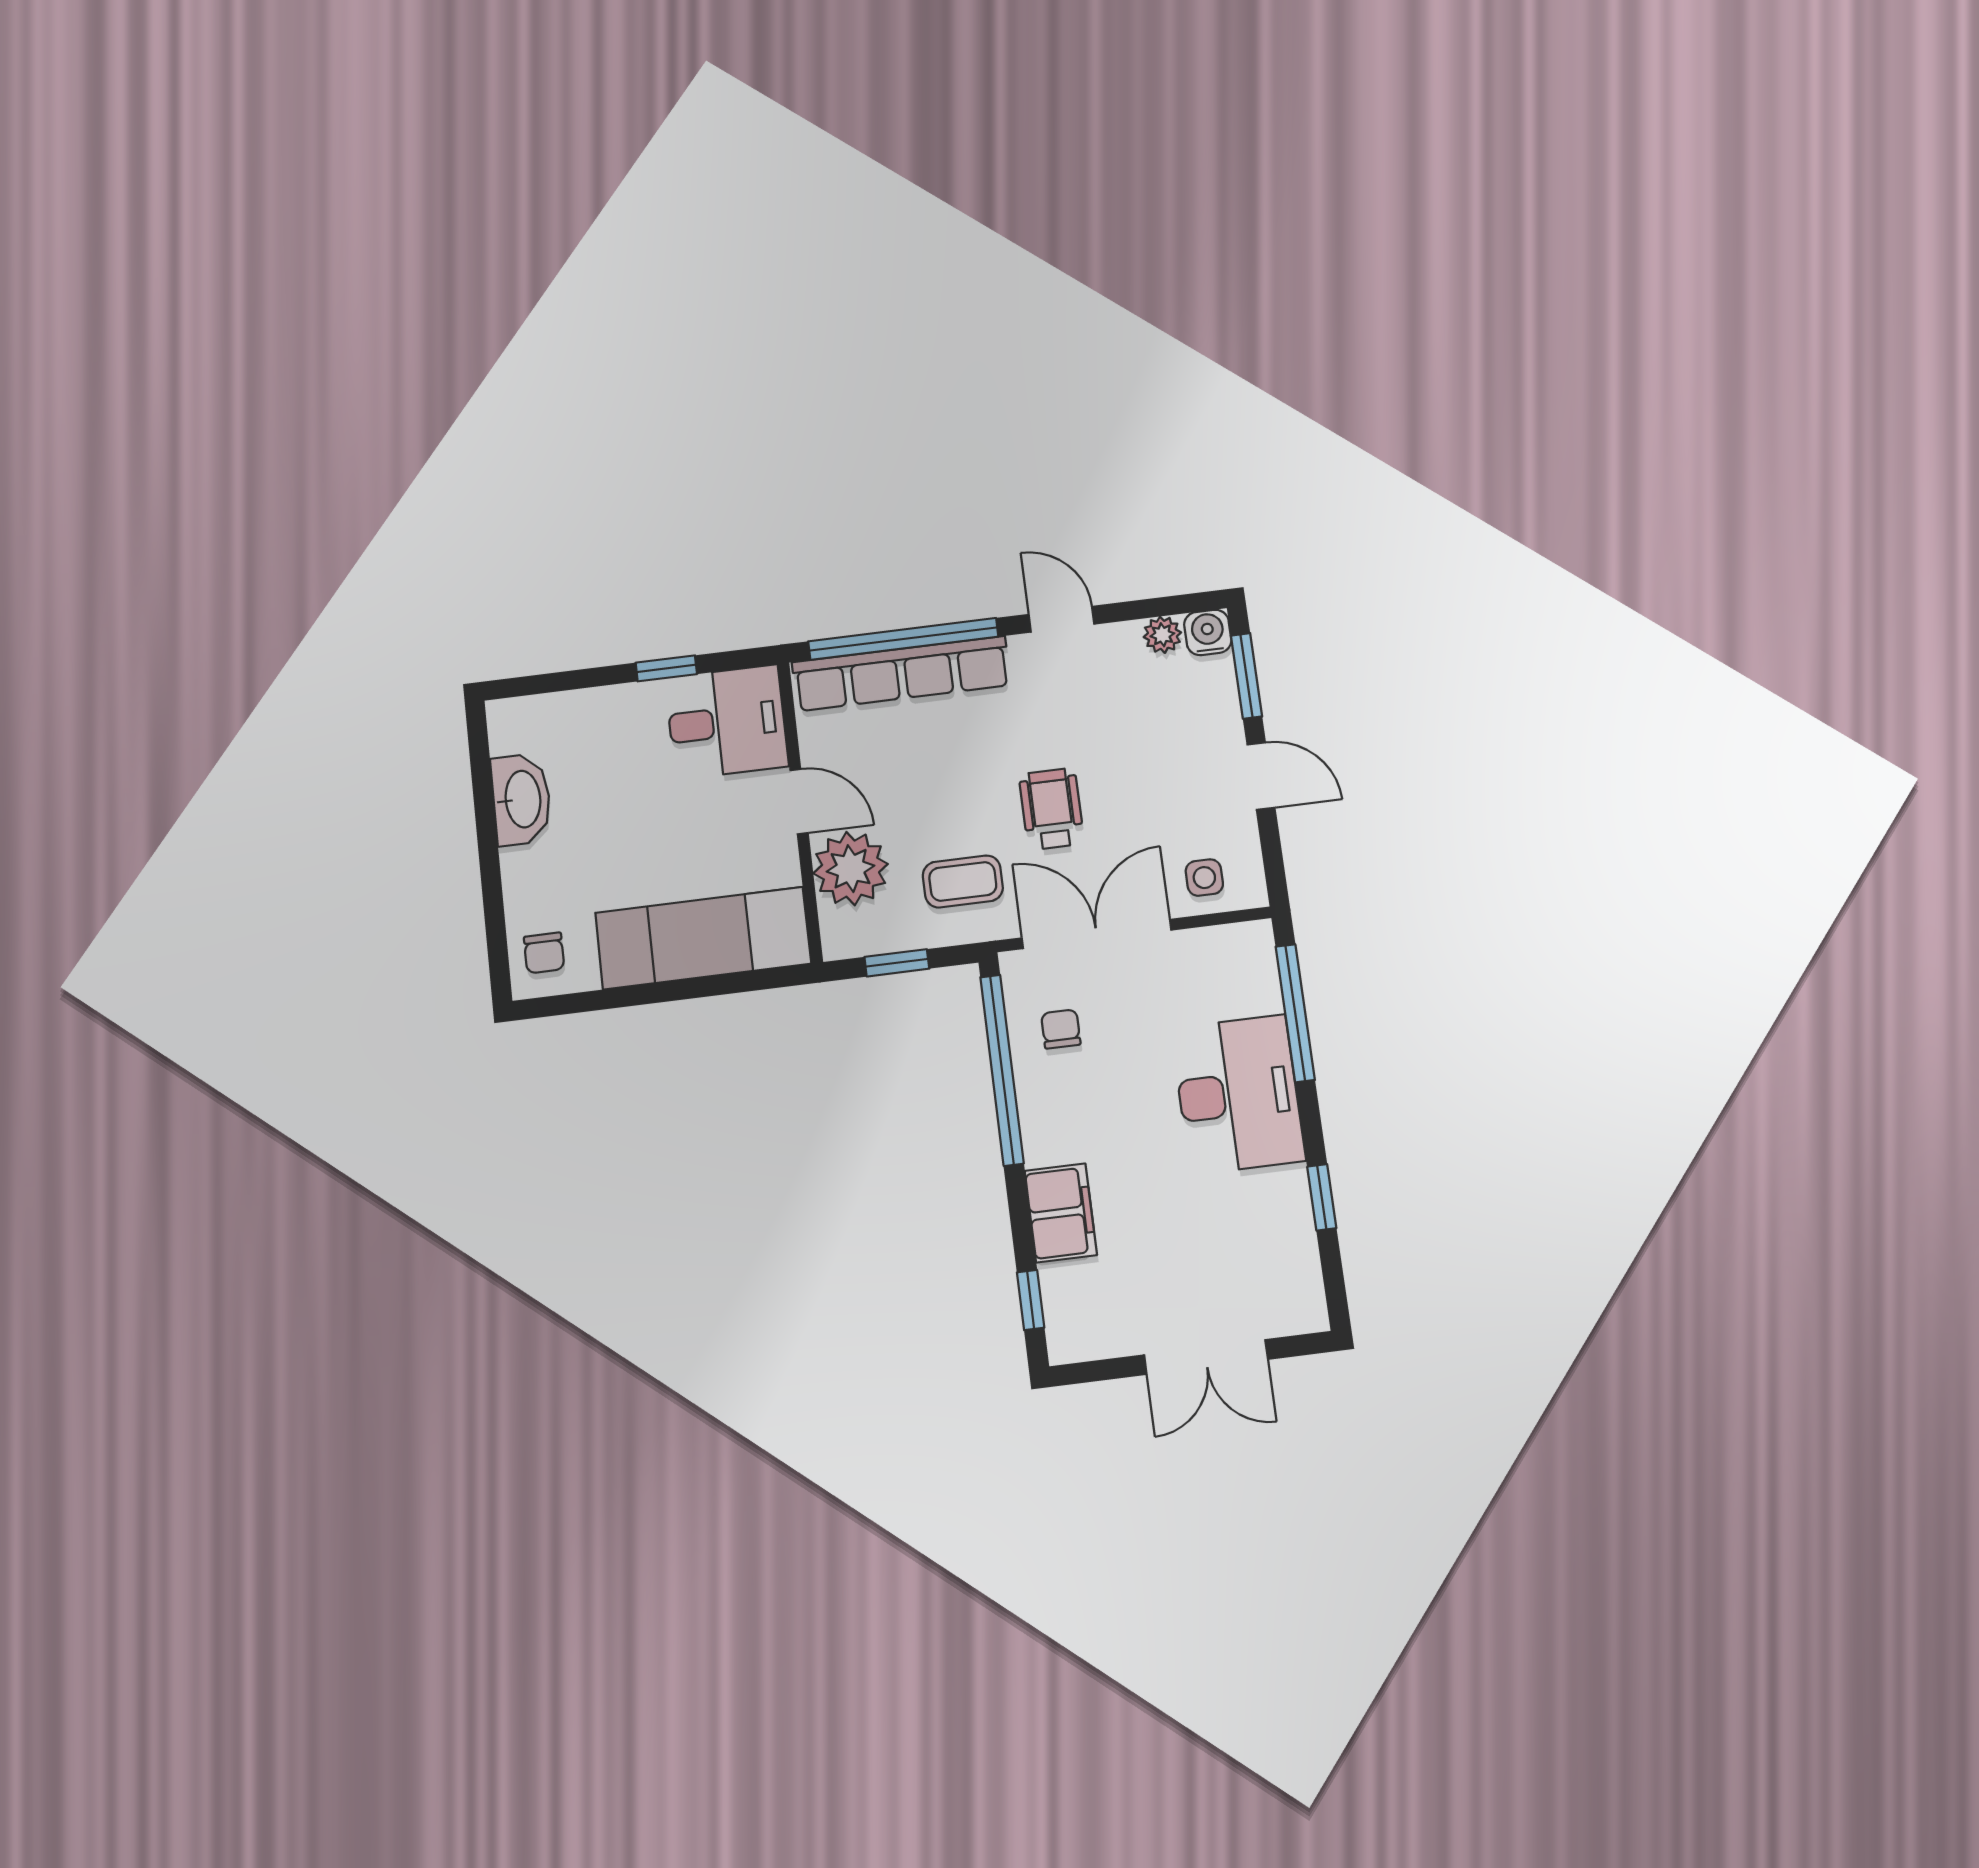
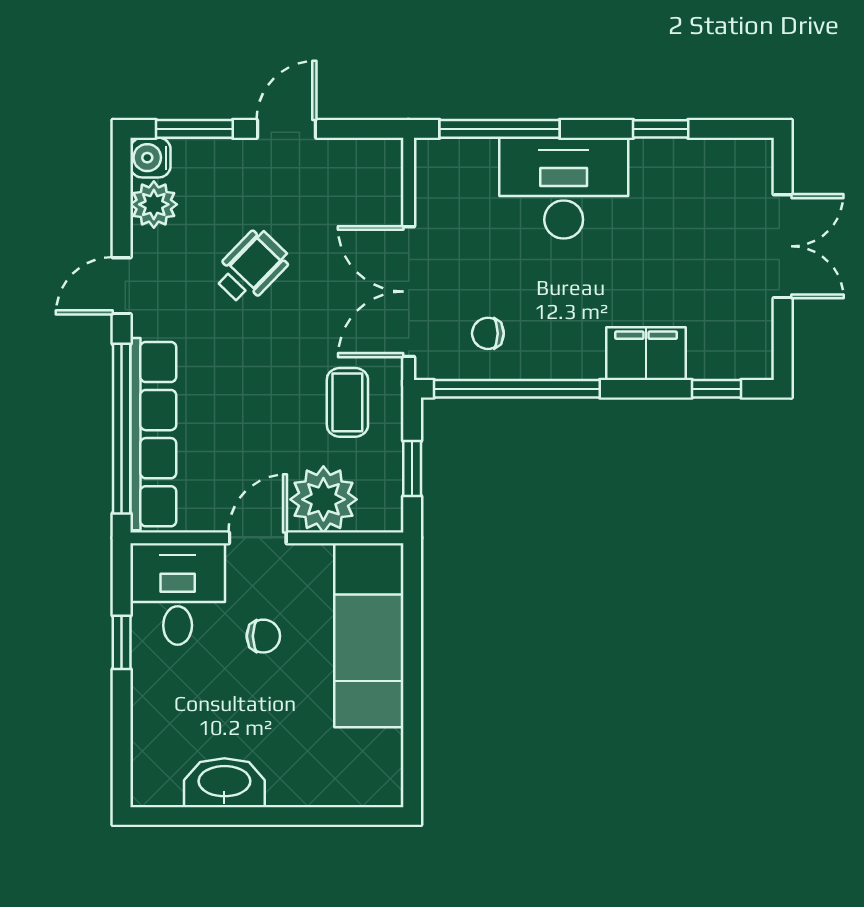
plant: (1162, 635) -> (154, 204), width x1.38, depth x1.38
wheelchair: (1052, 809) -> (251, 267), moved, turned 134
side table: (1204, 878) -> (371, 191), removed
chair: (544, 953) -> (263, 636), moved

